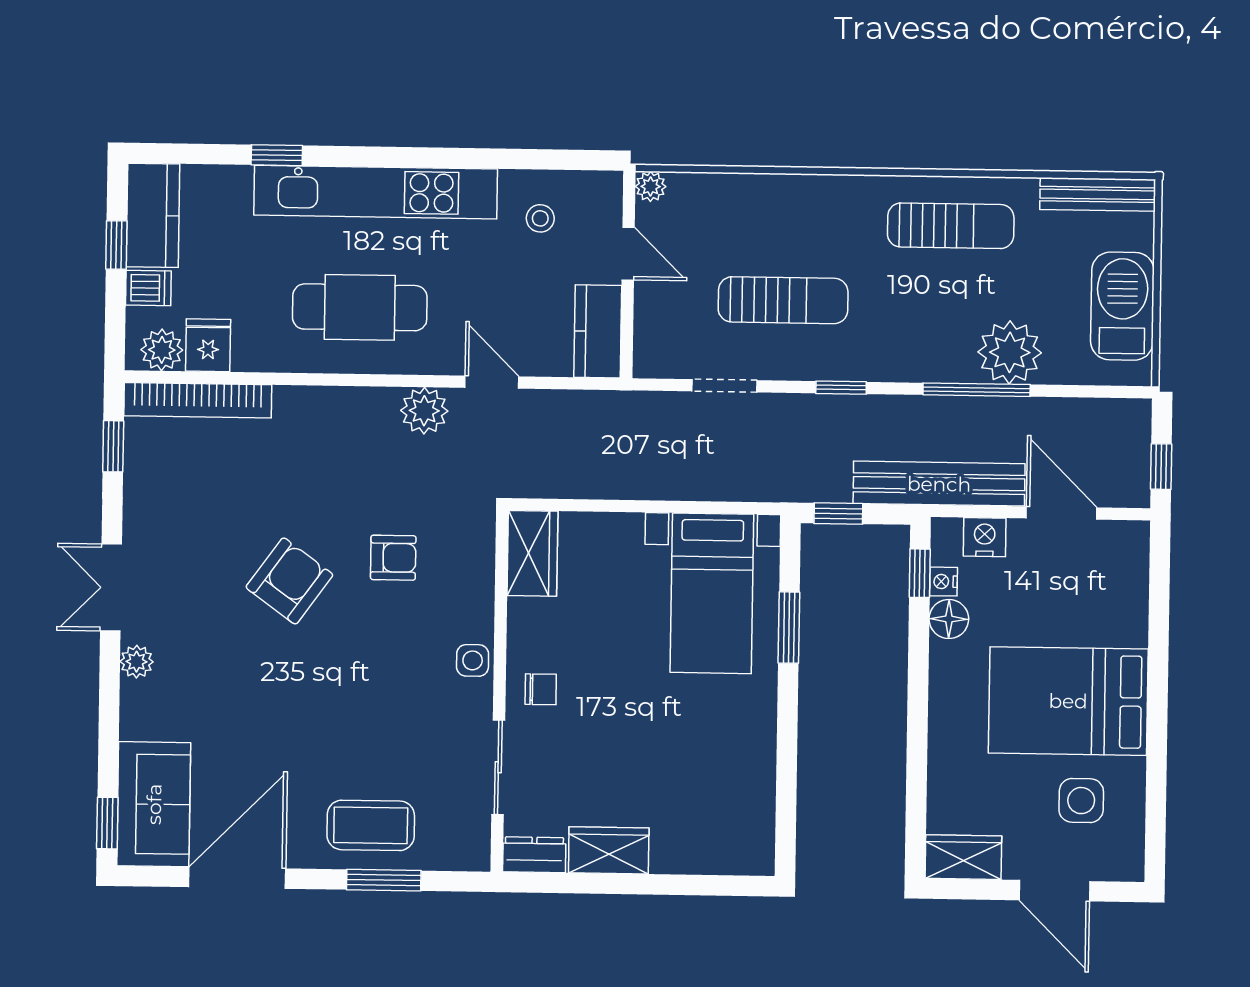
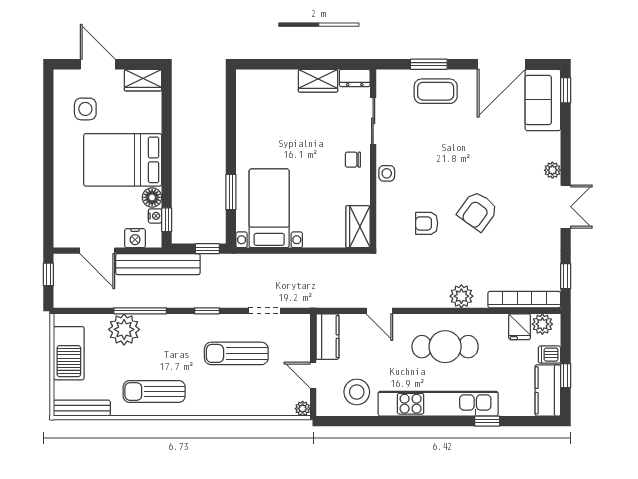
stool: (540, 218) -> (357, 392), width x1.89, depth x1.89
plant: (424, 411) -> (461, 296), moved
bed: (1068, 701) -> (123, 160), moved, turned 180

